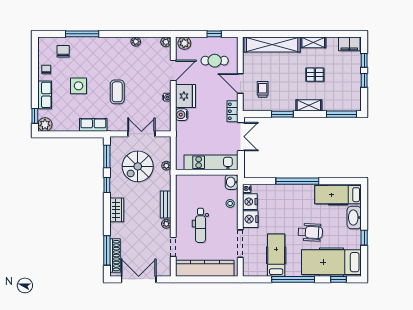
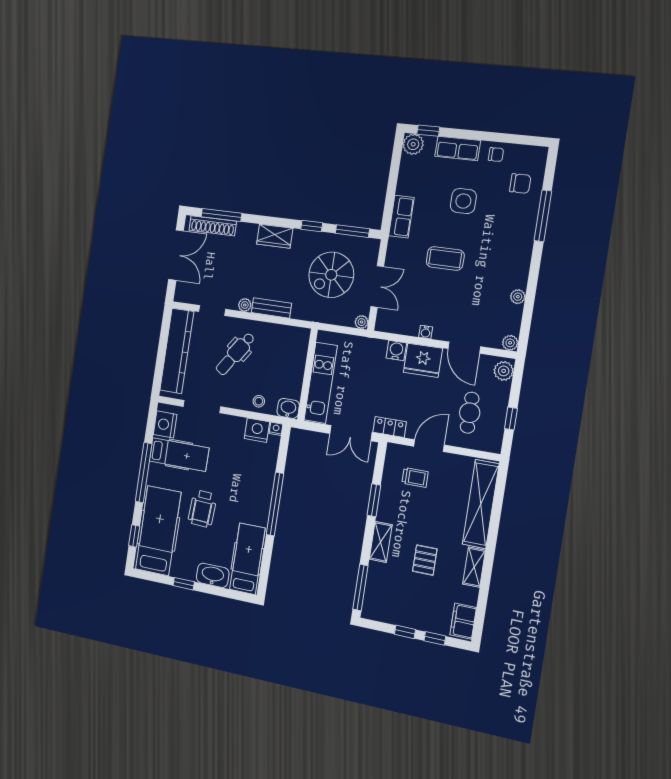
spiral stairs: (138, 166) -> (331, 275), turned -90
plant: (166, 166) -> (362, 322), moved
nightstand: (250, 219) -> (165, 424), moved, turned -90
dental chair: (200, 225) -> (235, 354), turned -56

